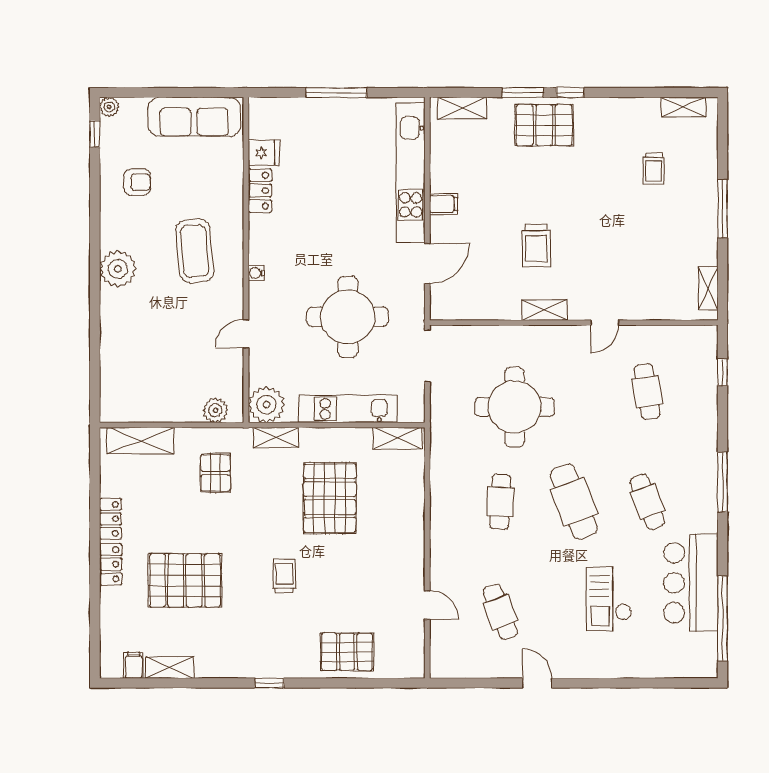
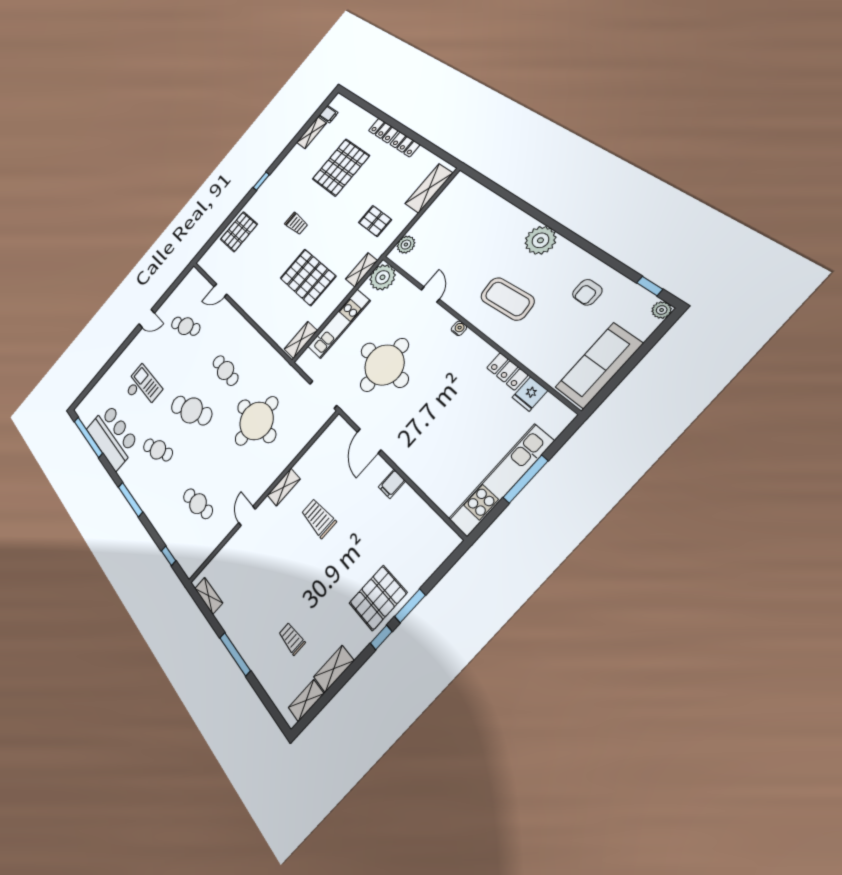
shelving: (462, 108) -> (334, 669), moved
kitchen unit: (411, 173) -> (501, 480), moved, turned -90

